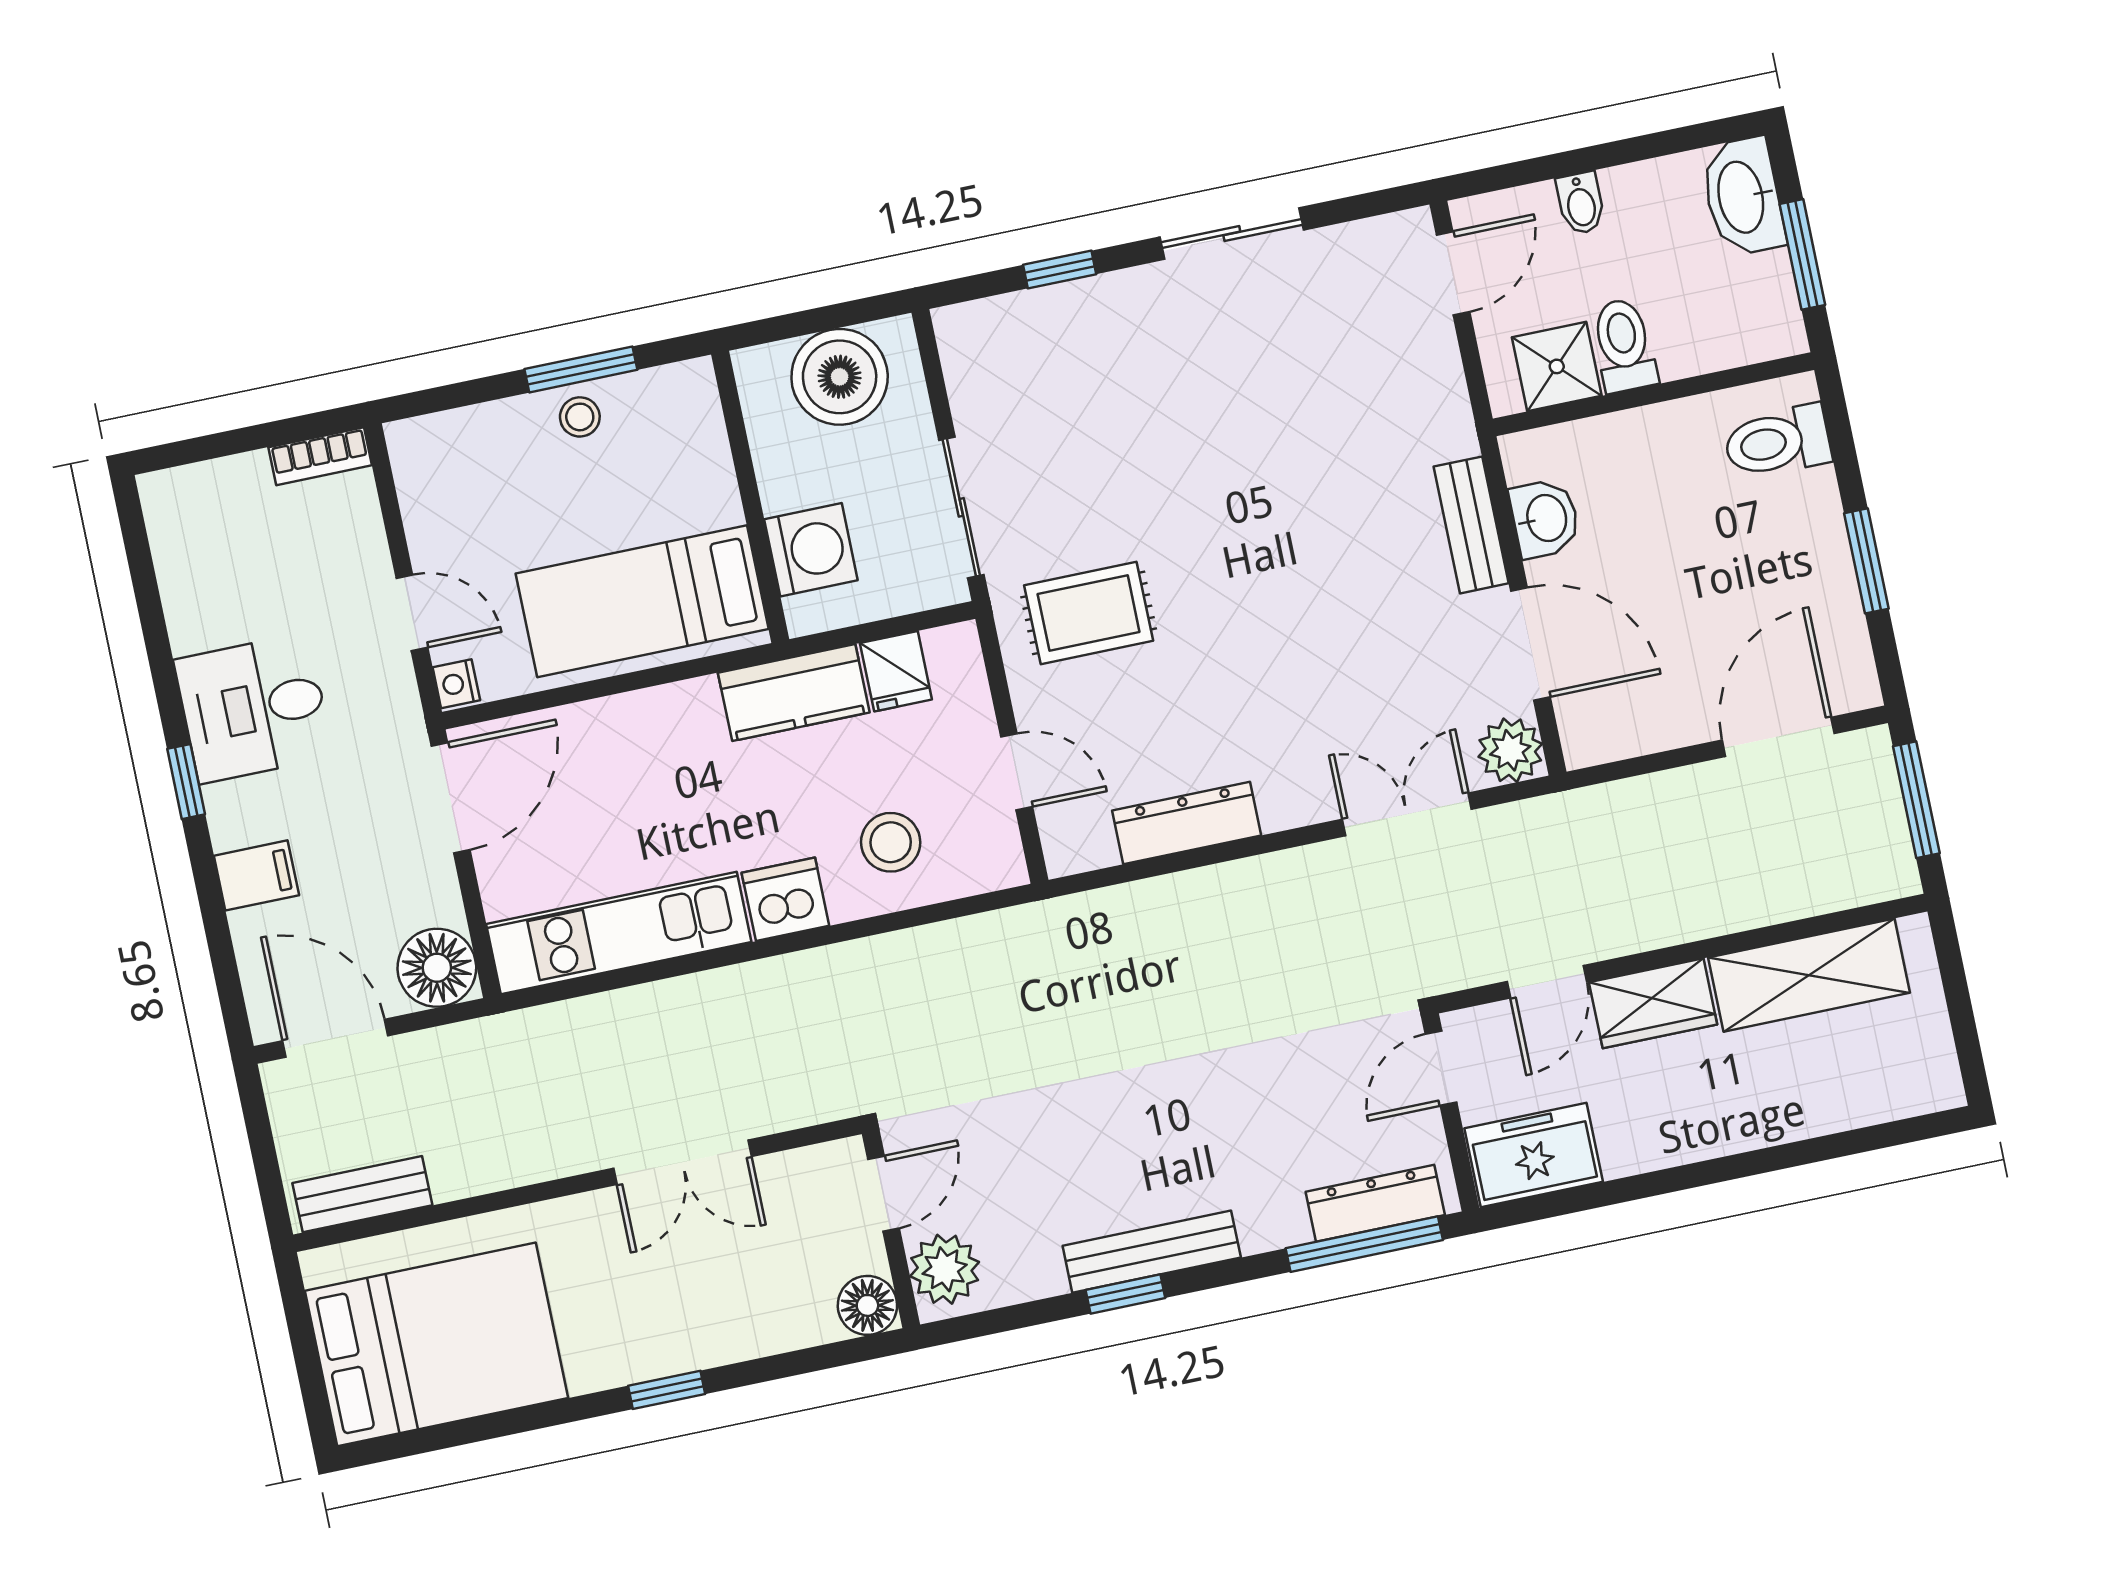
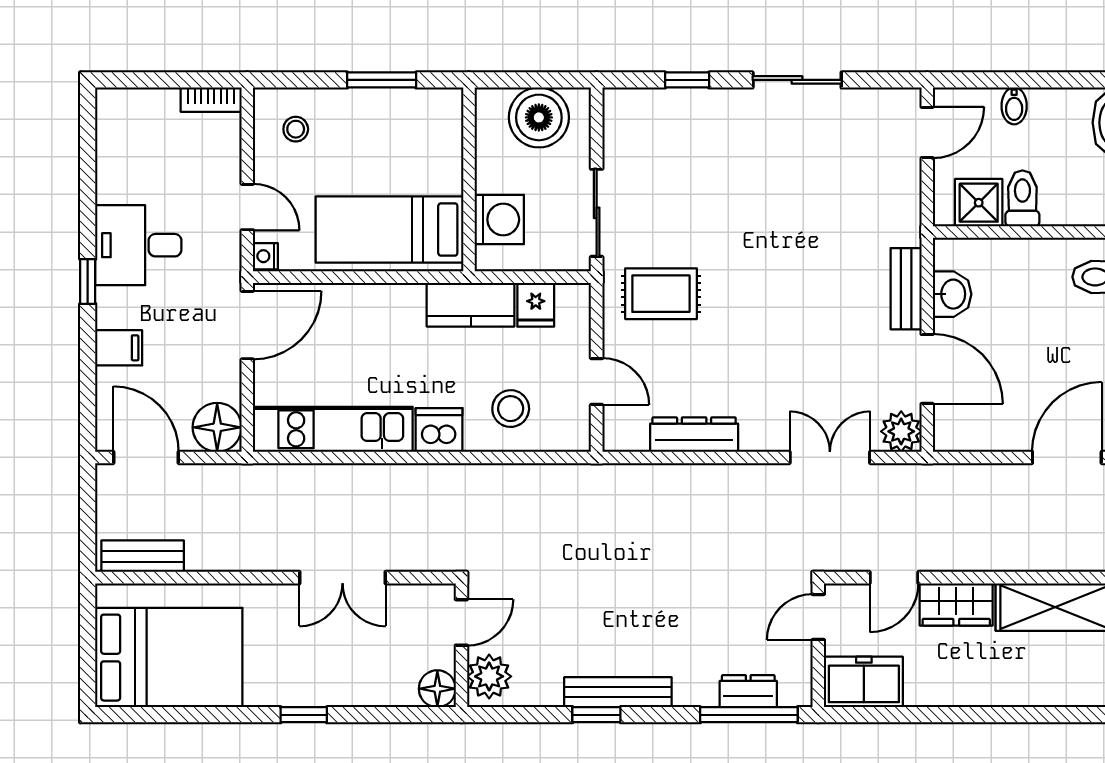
stool: (580, 417) -> (296, 129), moved
dresser: (1375, 1203) -> (748, 691), width x0.70

